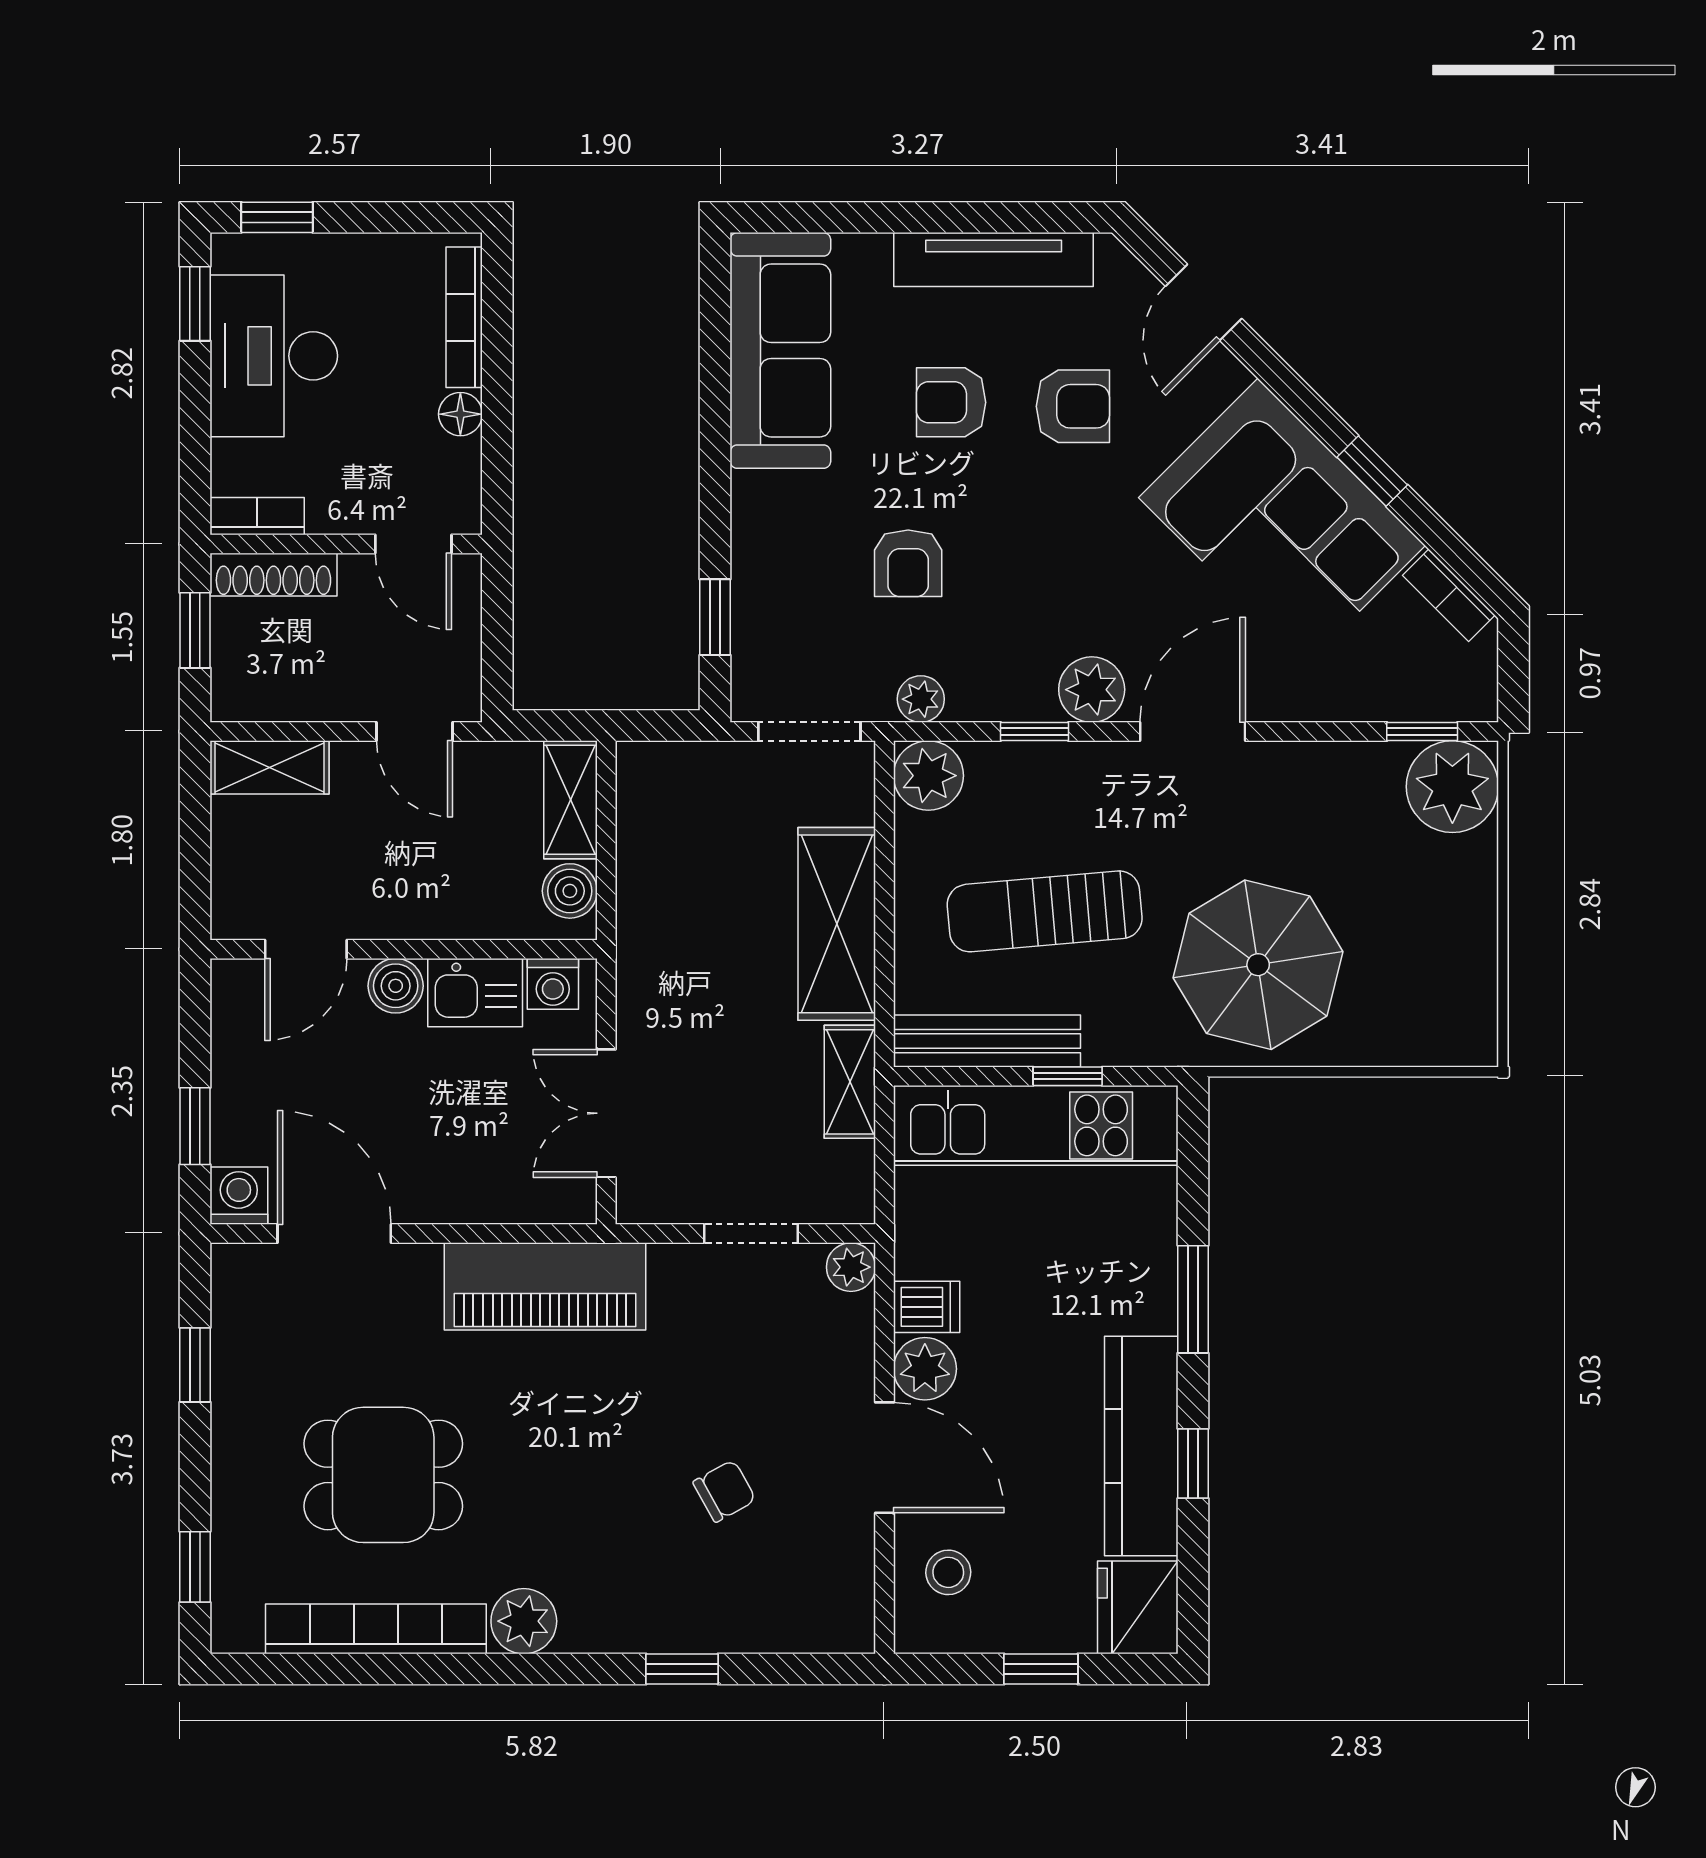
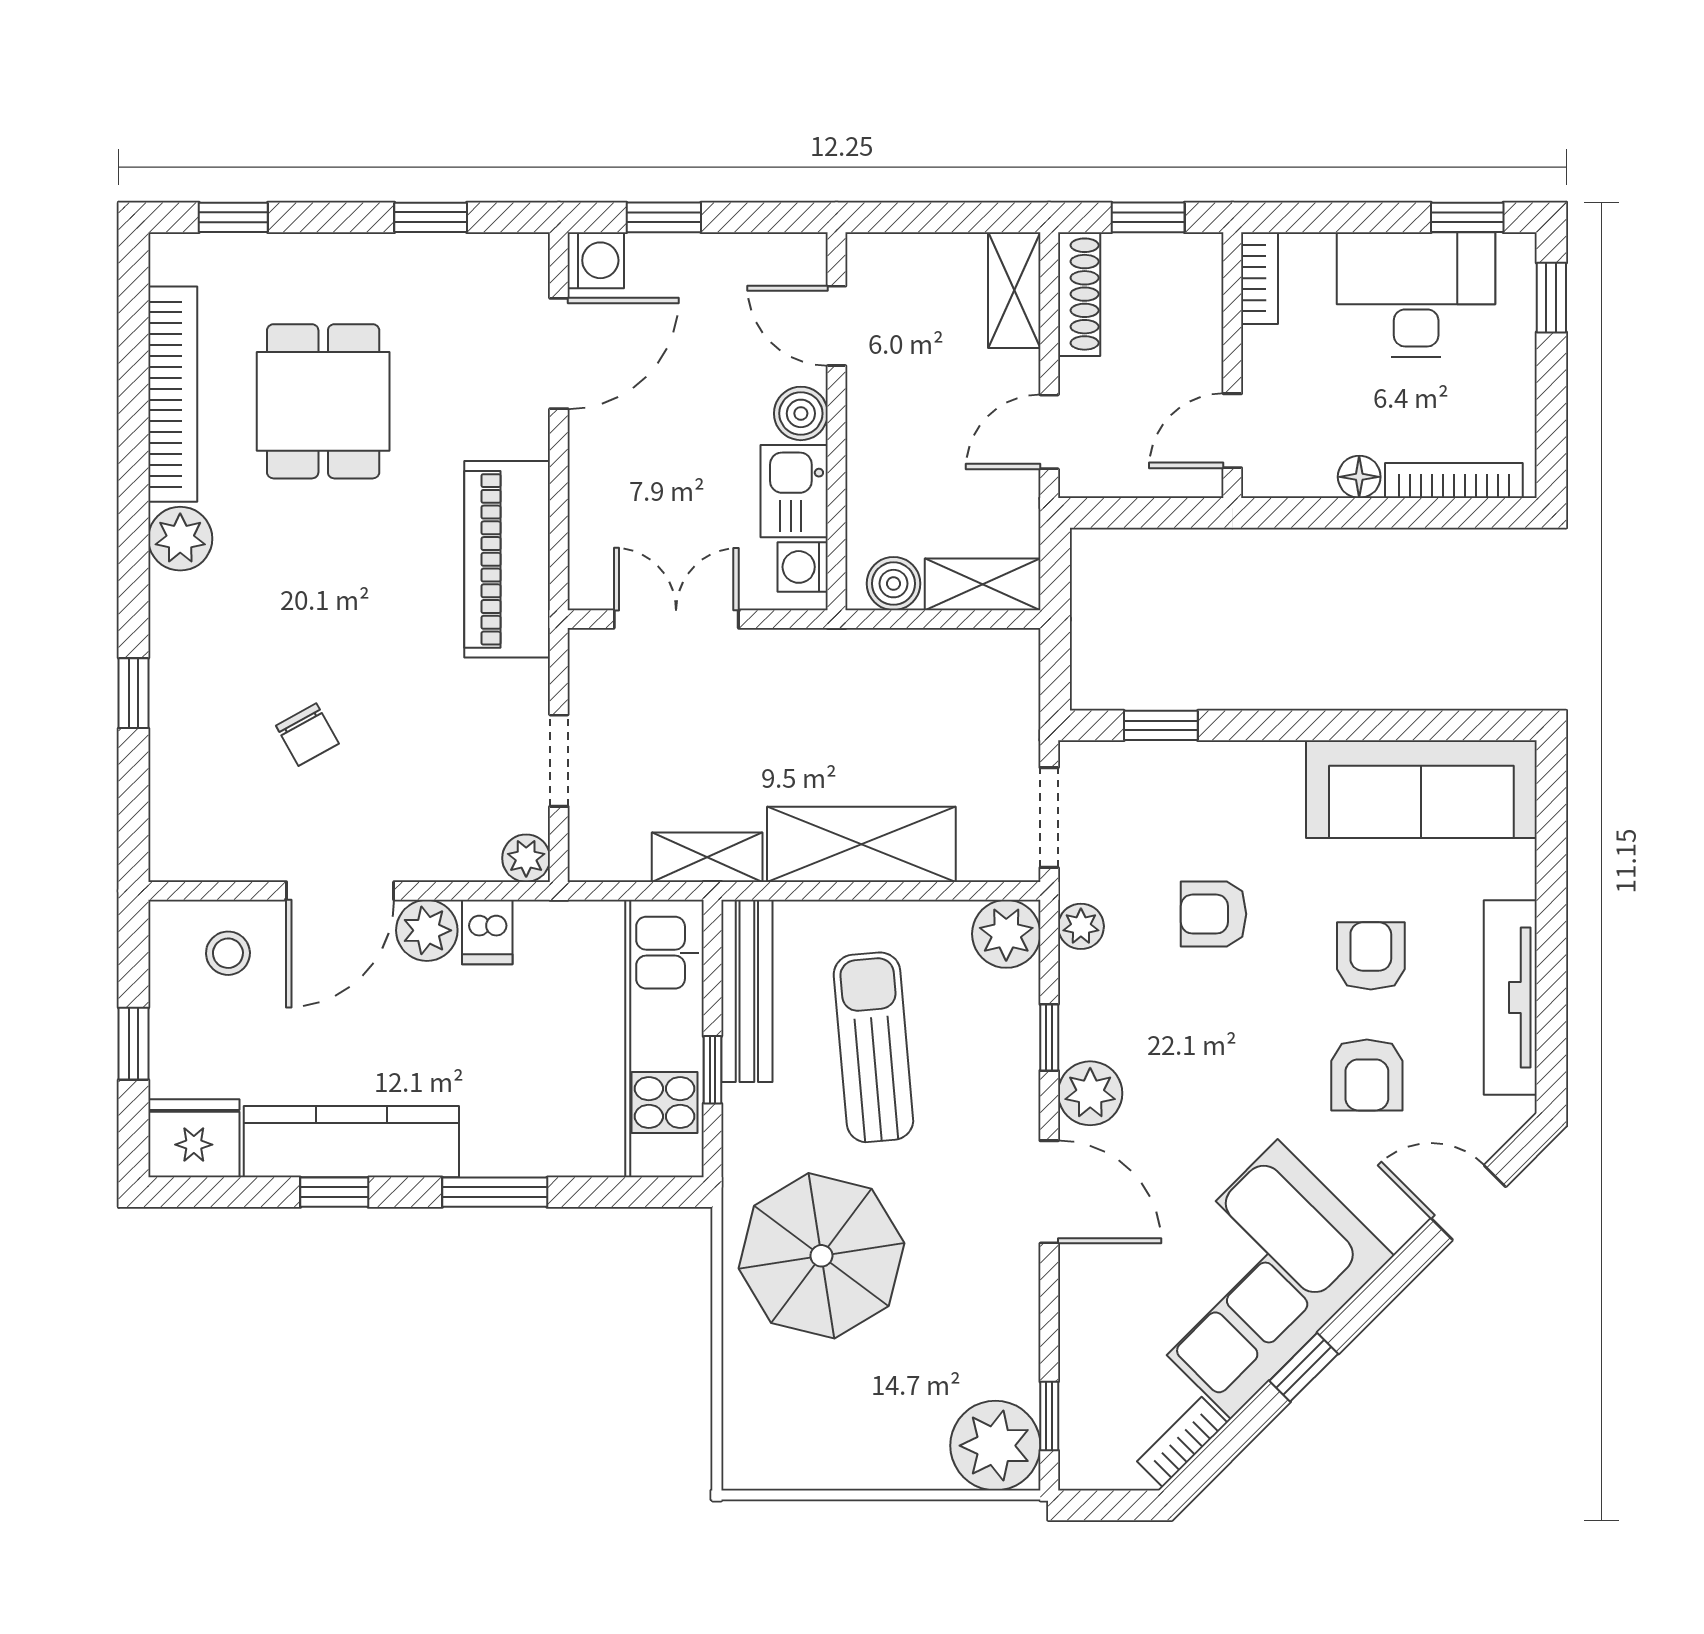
shoe rack: (273, 575) -> (1079, 294), moved, turned 180

